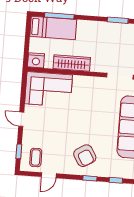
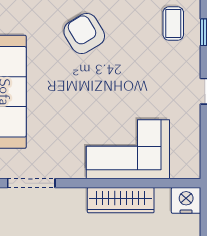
corner sofa: (49, 89) -> (128, 149), moved

